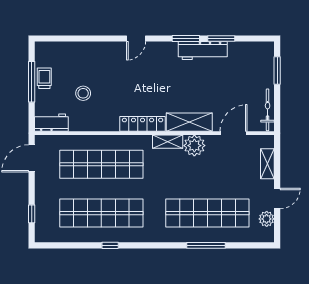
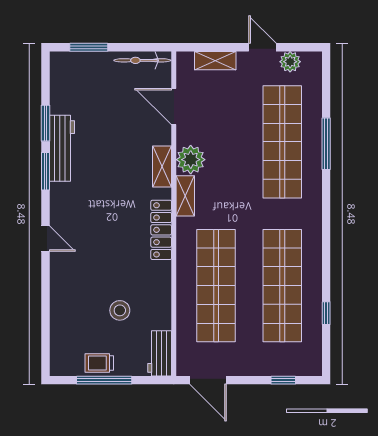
shelving: (189, 122) -> (162, 166), width x0.67, depth x0.75
window: (110, 245) -> (326, 313), moved

